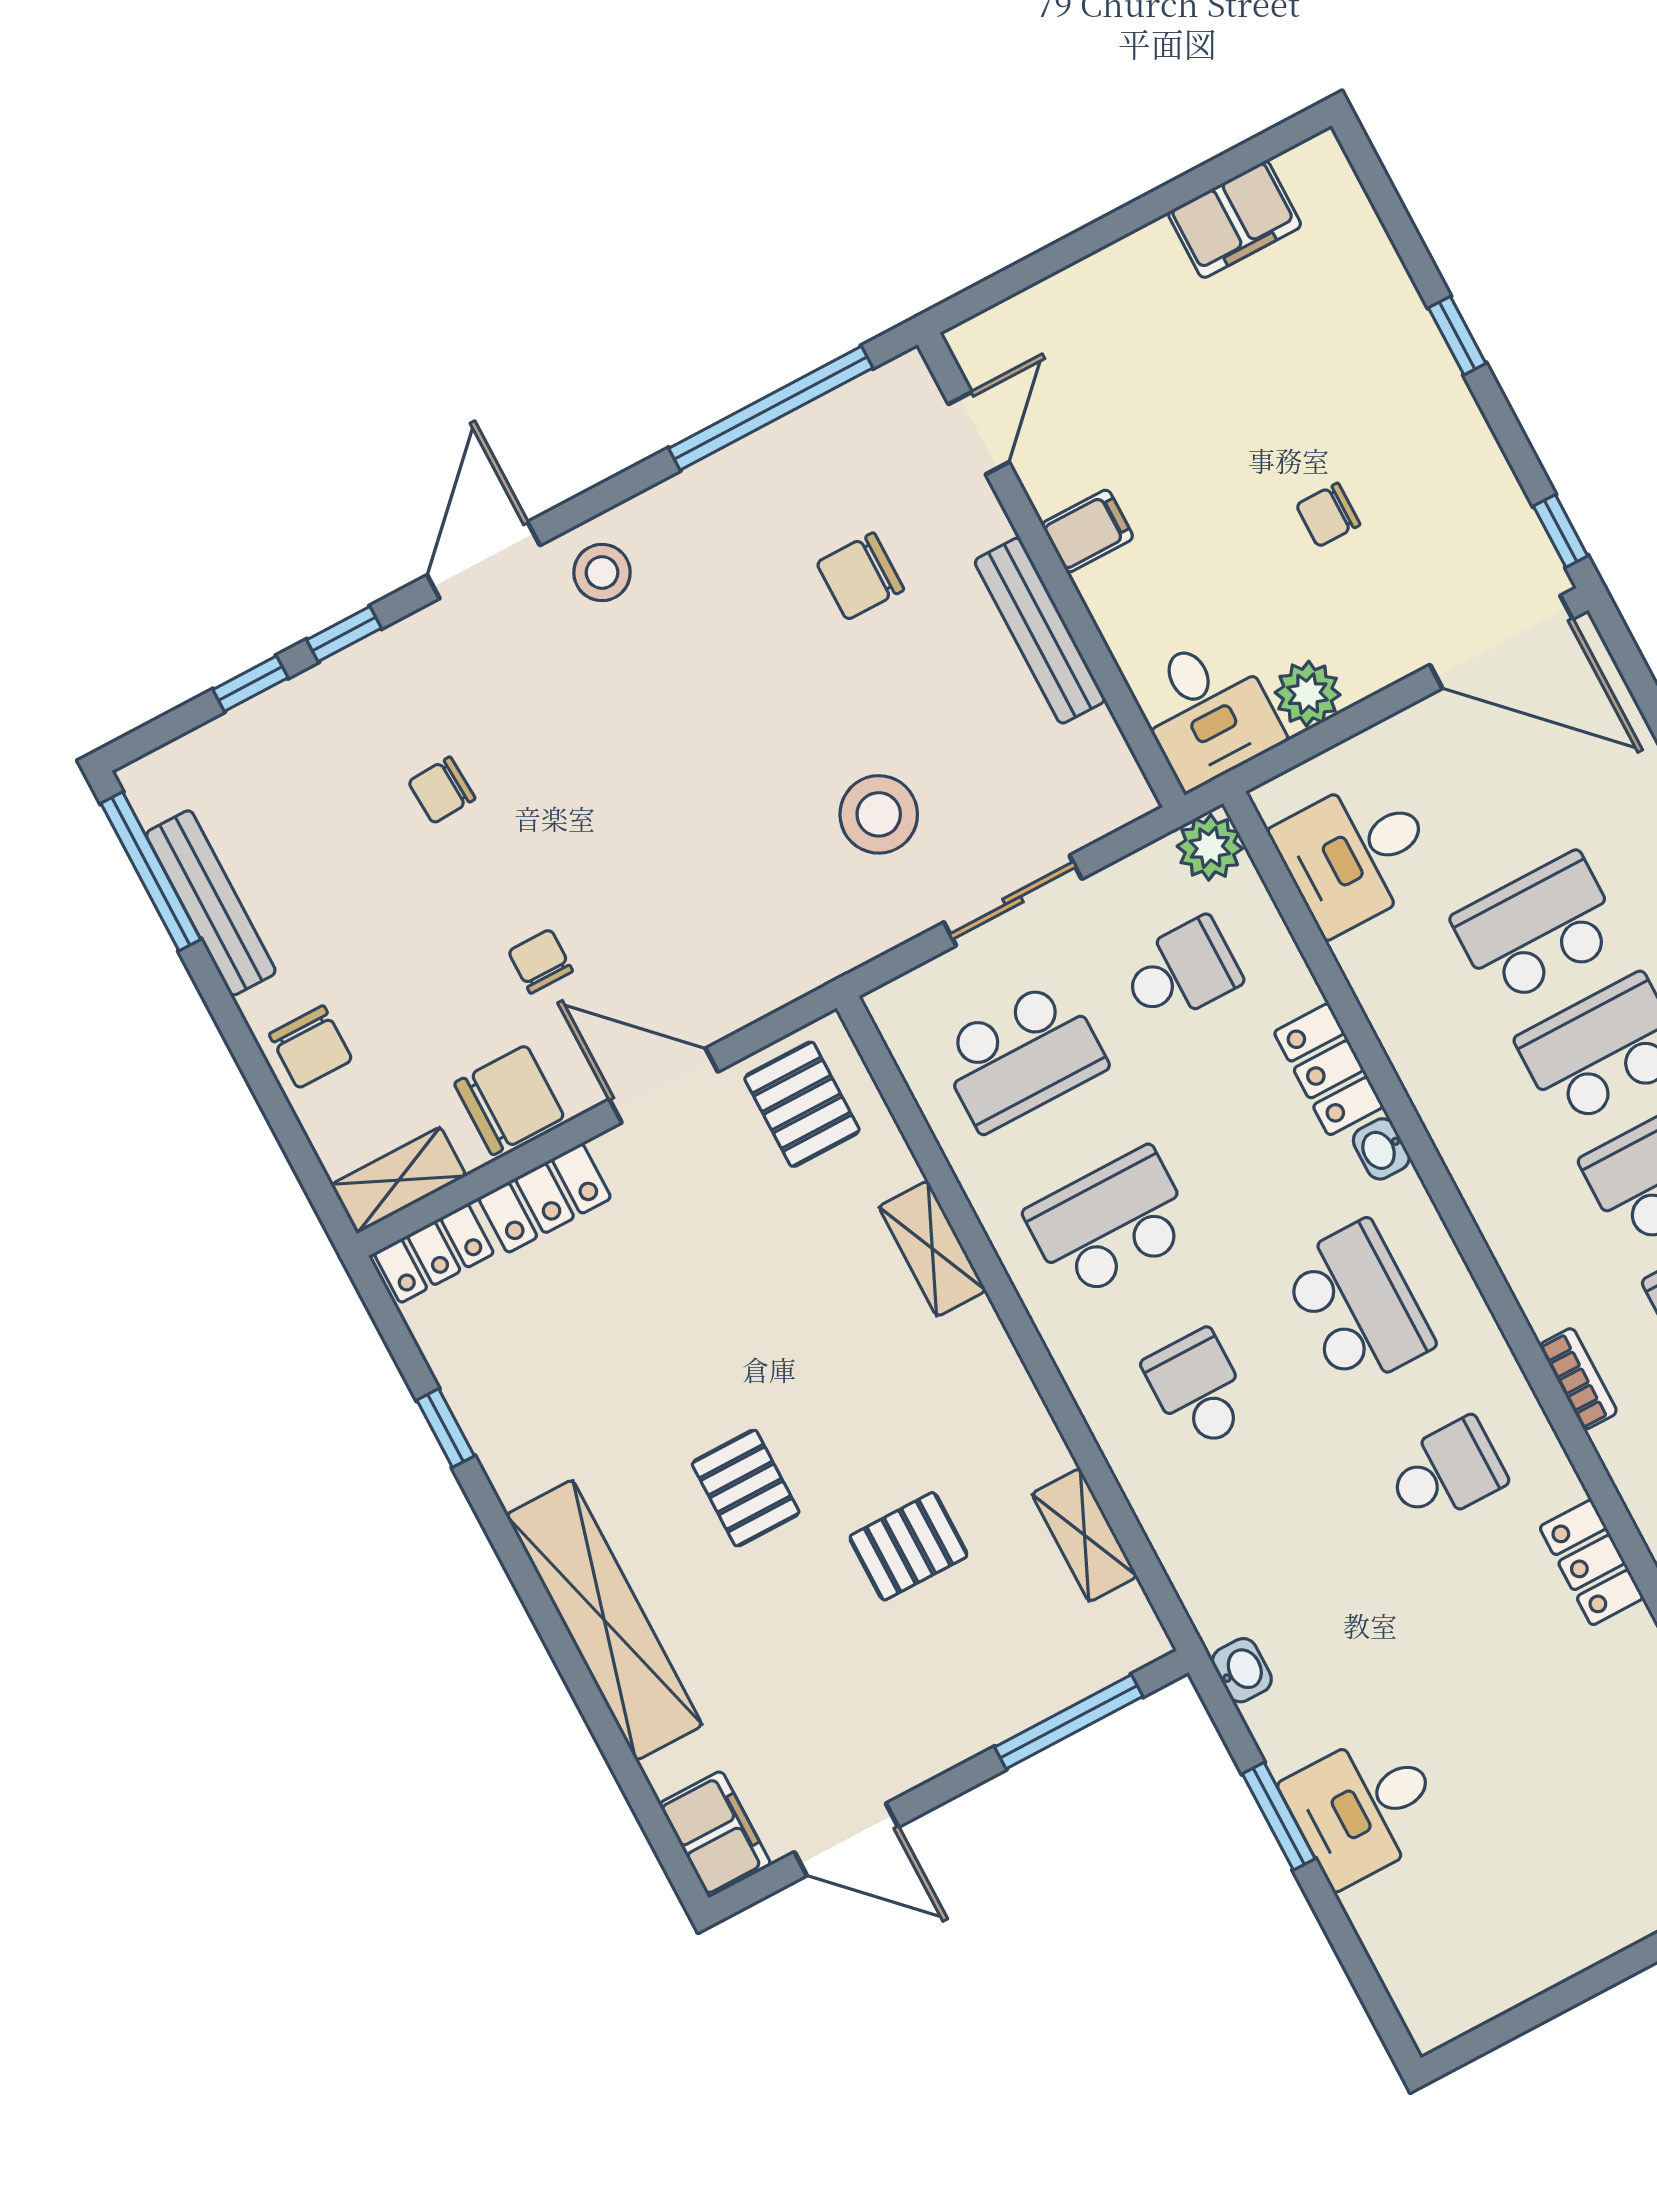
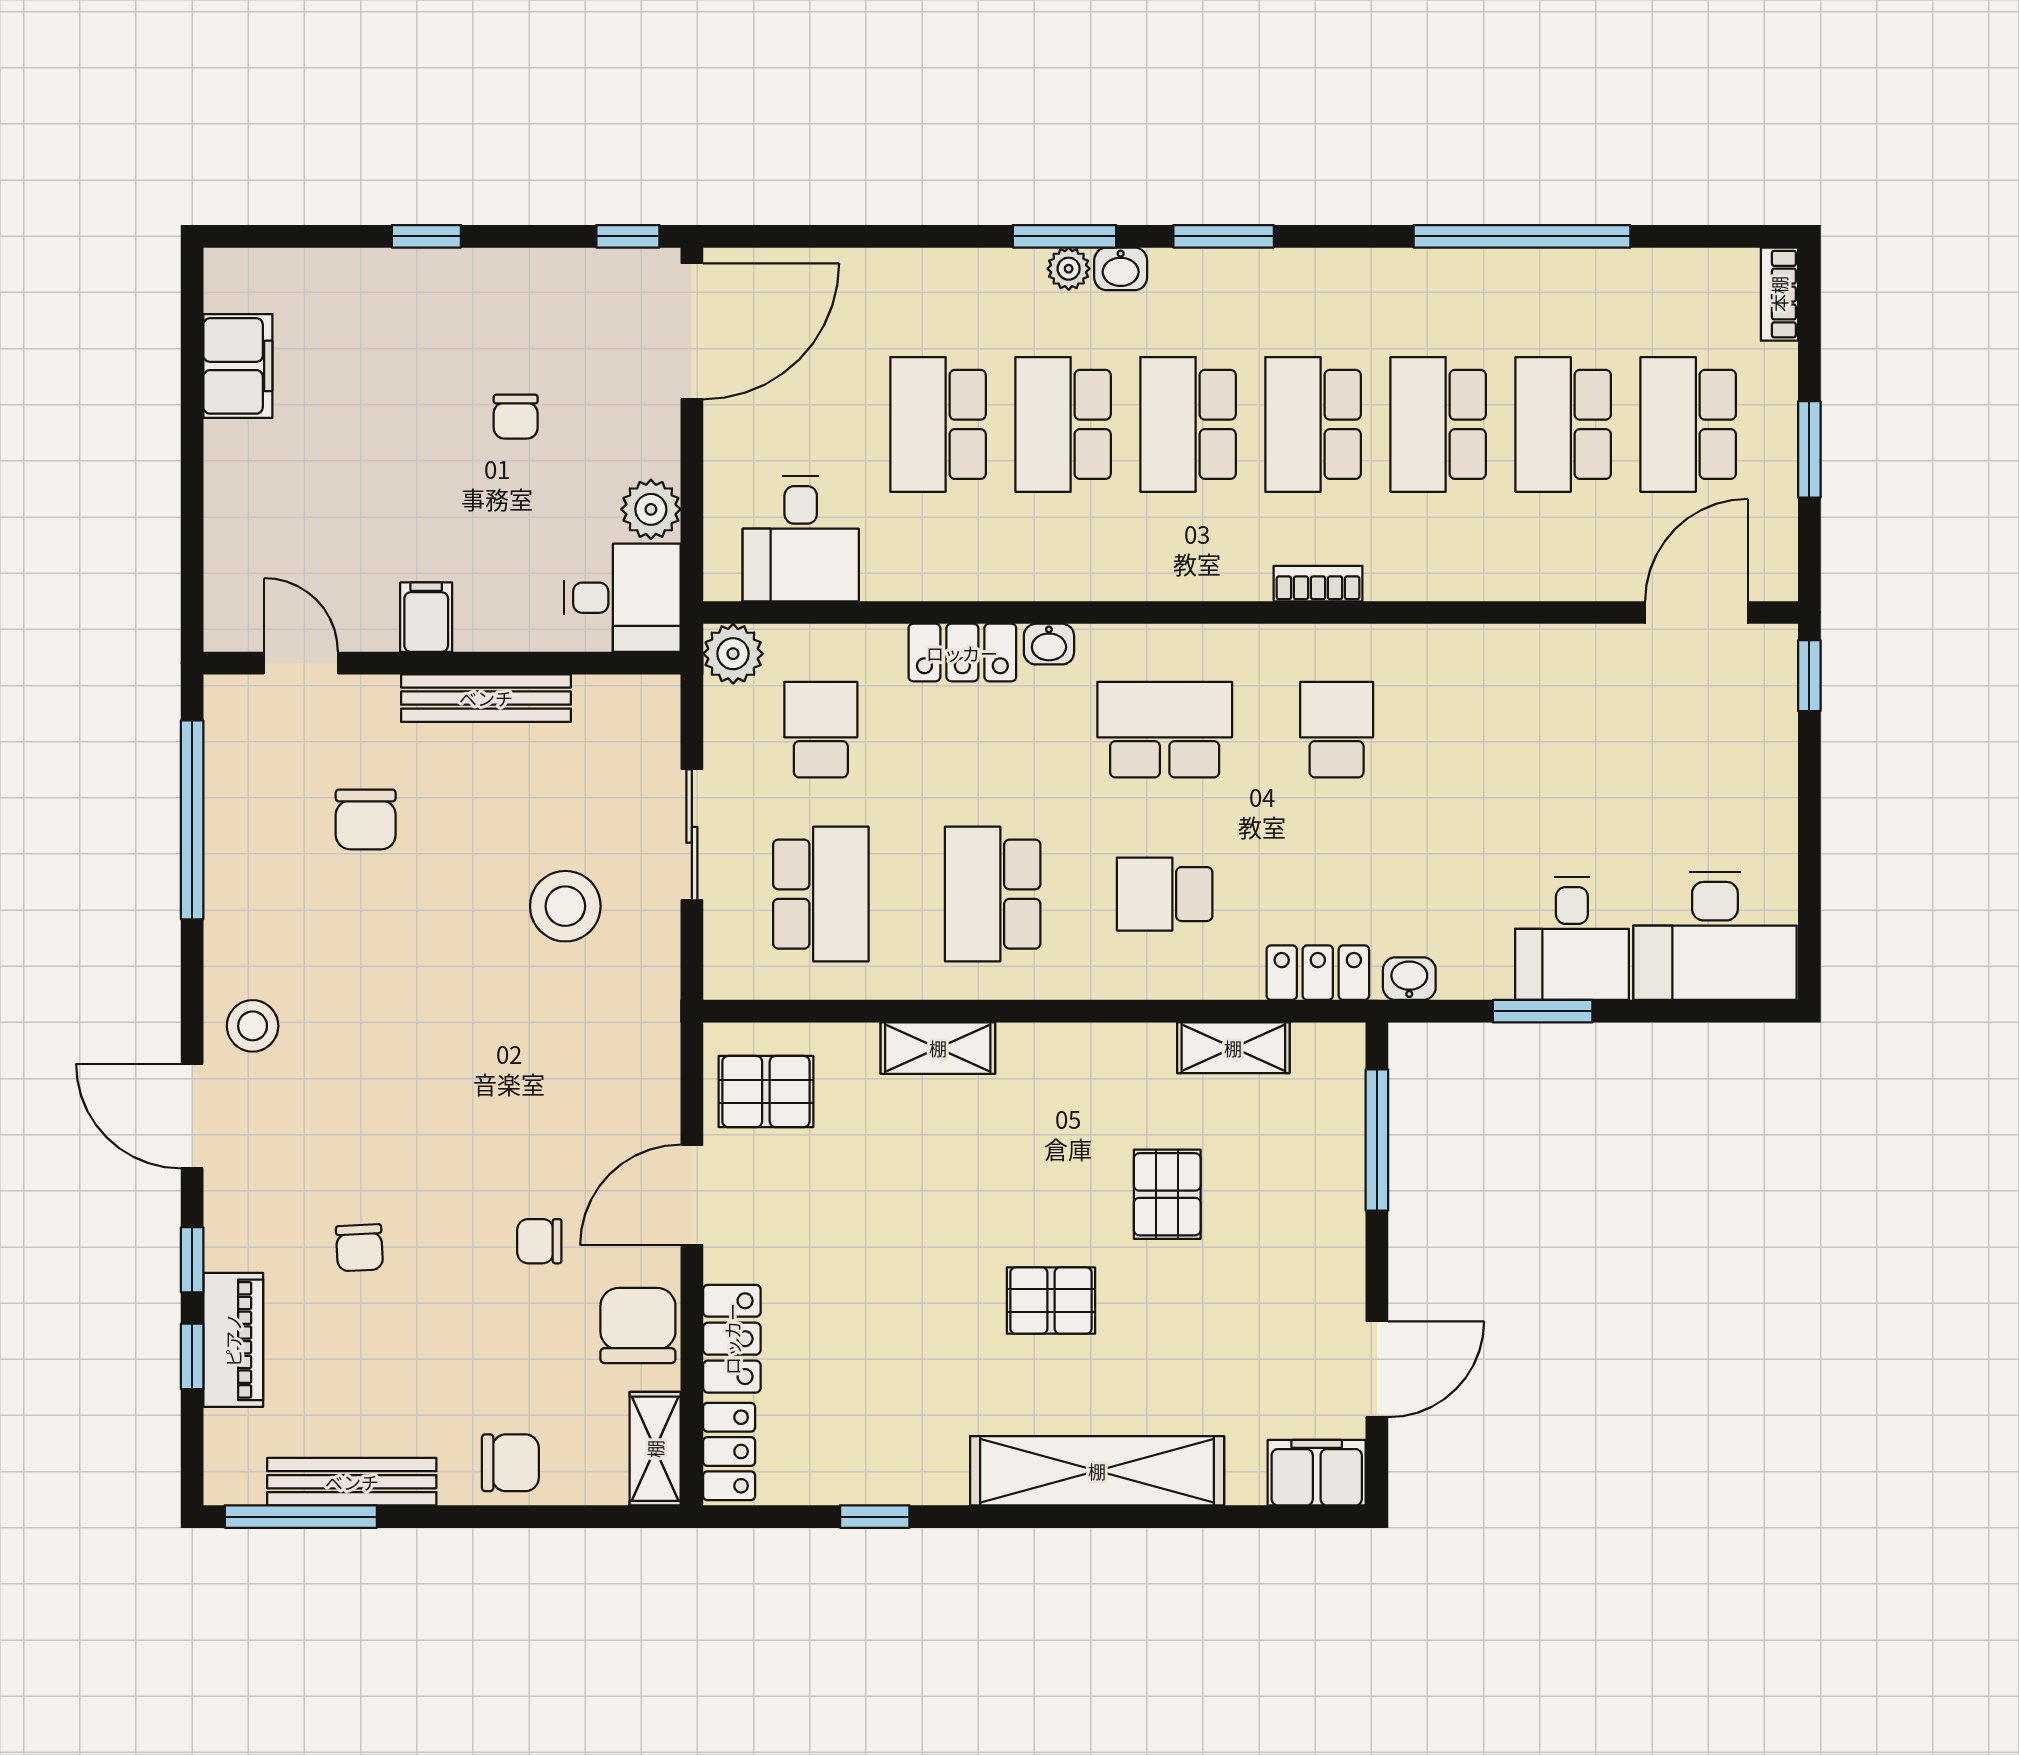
piano: (288, 715) -> (233, 1340), added
locker: (1592, 1562) -> (1318, 973), moved, turned 180
desk: (1440, 1945) -> (1715, 936), added

